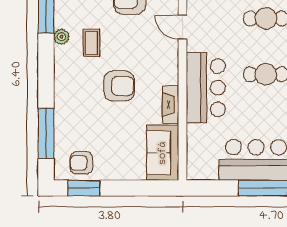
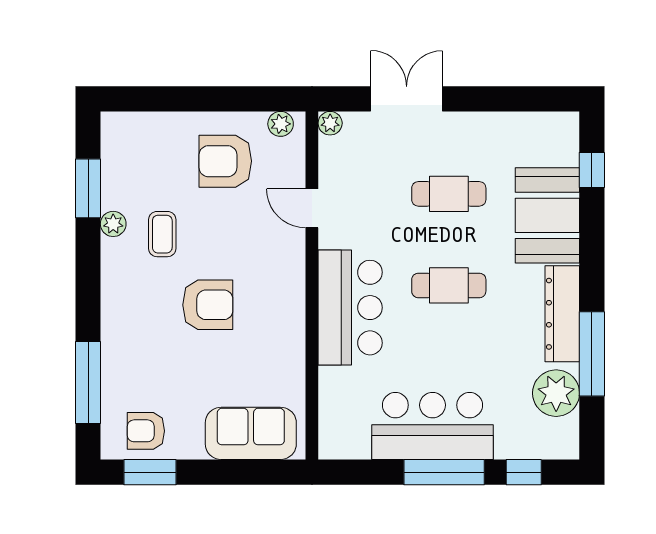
fireplace: (171, 105) -> (292, 335), removed
sofa: (163, 153) -> (251, 433), moved, turned 90

